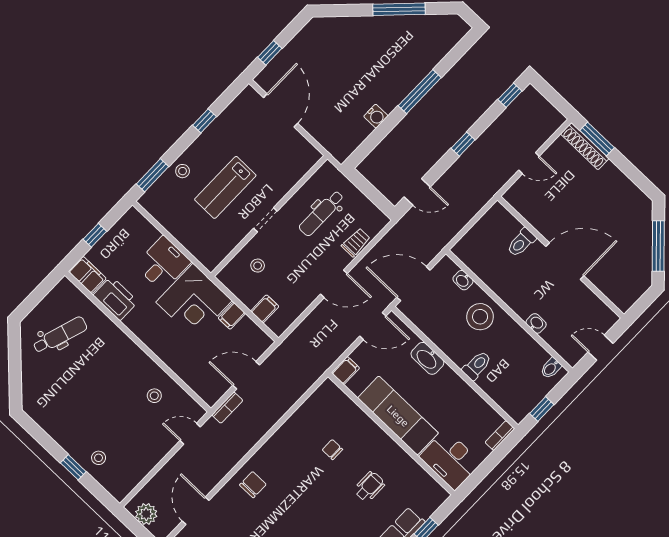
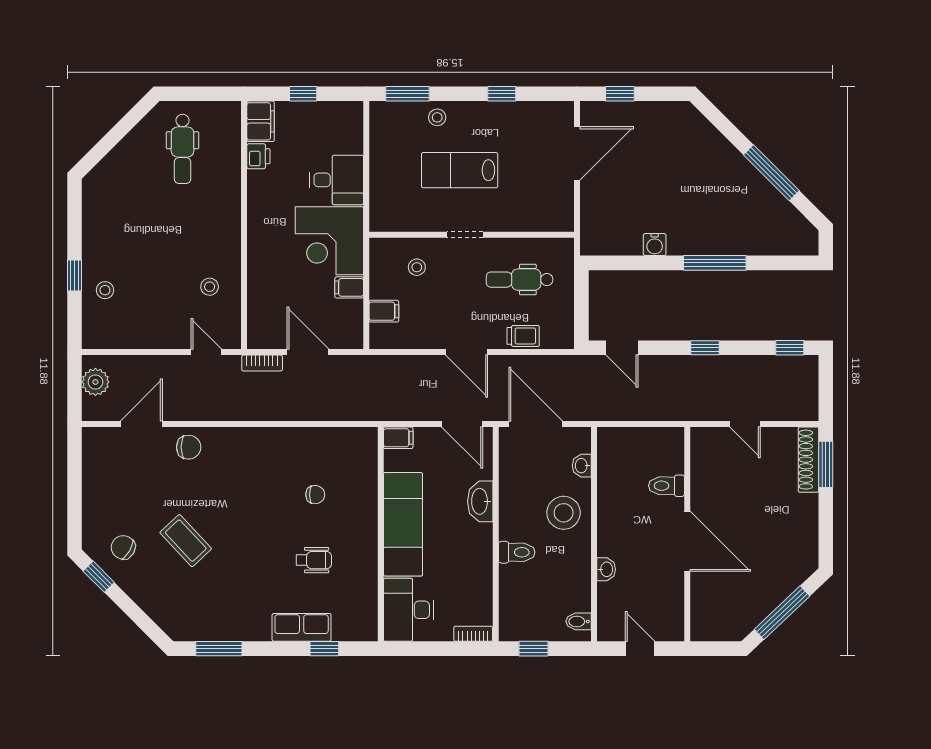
printer: (116, 298) -> (258, 156), width x0.53, depth x0.68
dental chair: (60, 335) -> (183, 149), turned 72
chair: (332, 450) -> (315, 495), turned 90
chair: (253, 485) -> (189, 447), moved

